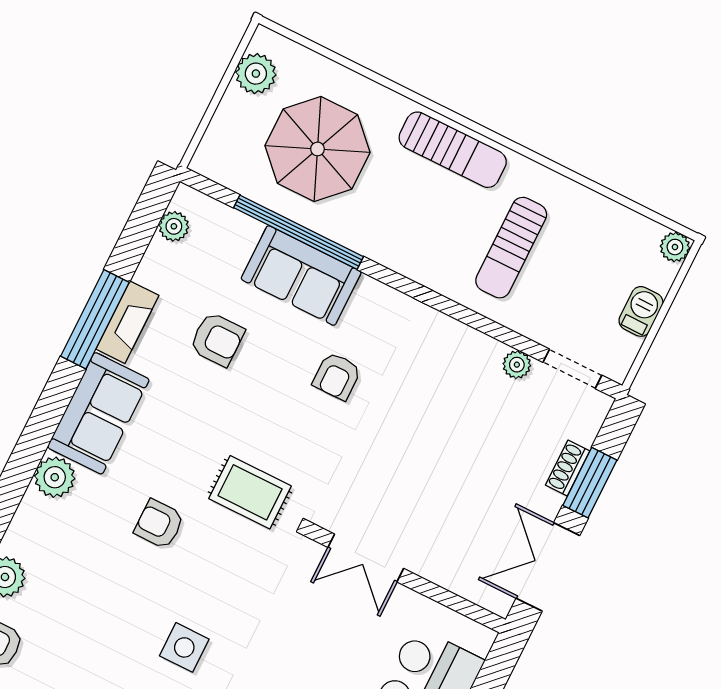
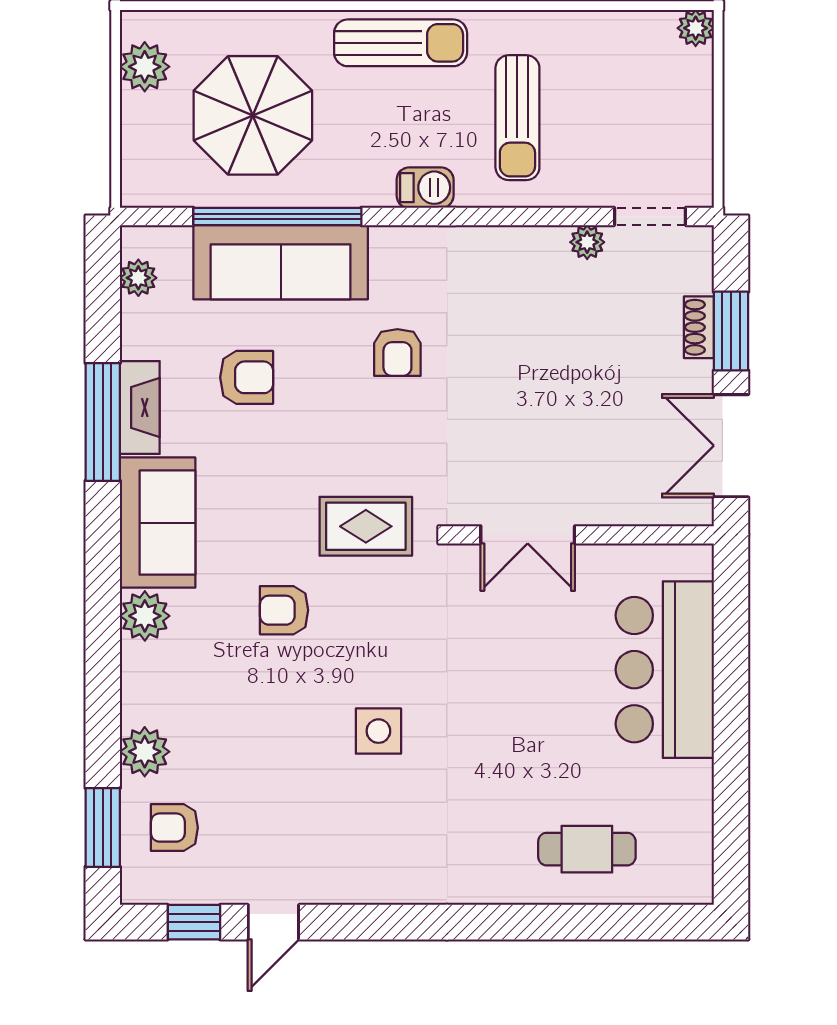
sofa: (301, 275) -> (281, 262), width x1.36
barbecue: (641, 311) -> (425, 188), moved, turned 90

